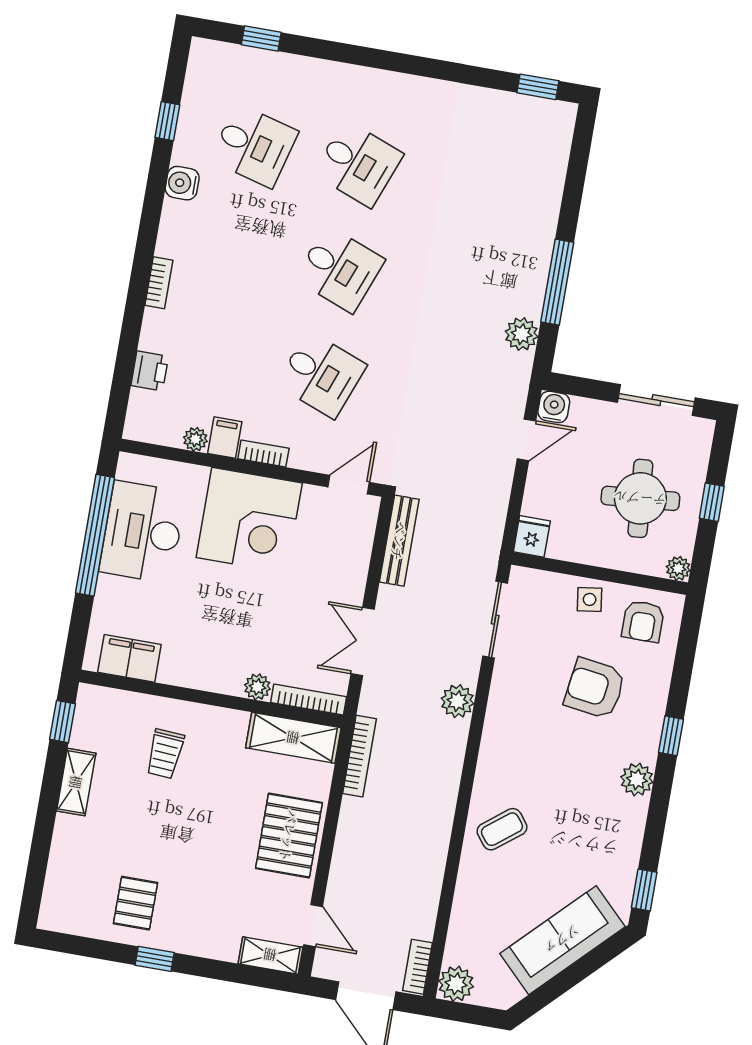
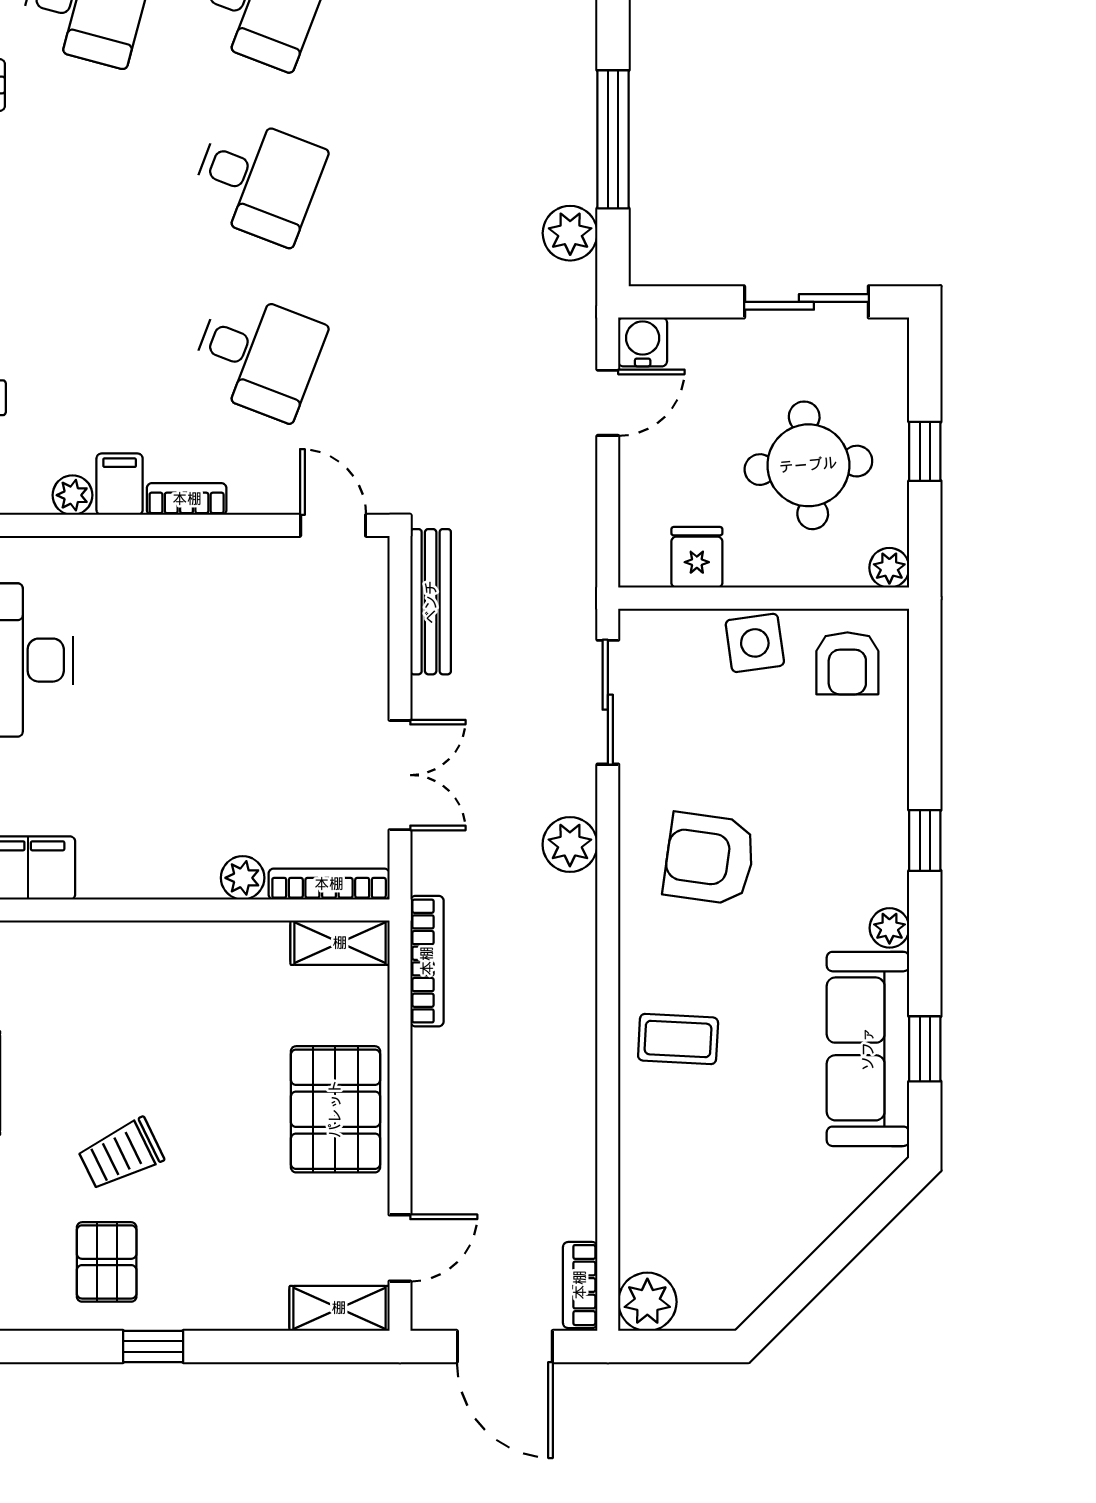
door: (349, 485) -> (333, 525), hinge flipped
corner desk: (249, 520) -> (182, 611), removed
fridge: (532, 536) -> (697, 557), moved
side table: (590, 599) -> (755, 643), width x1.37, depth x1.37
double door: (363, 642) -> (400, 775), swing flipped
armchair: (595, 688) -> (709, 859), moved
shelving: (293, 738) -> (340, 943), width x0.67, depth x0.75
trolley: (165, 754) -> (121, 1154), moved, turned 60
plant: (637, 779) -> (889, 928), width x0.73, depth x0.73
coffee table: (502, 829) -> (678, 1039), turned 41
window: (644, 890) -> (925, 1049), moved
door: (313, 926) -> (400, 1248), hinge flipped
sofa: (562, 940) -> (868, 1049), moved, turned -45

